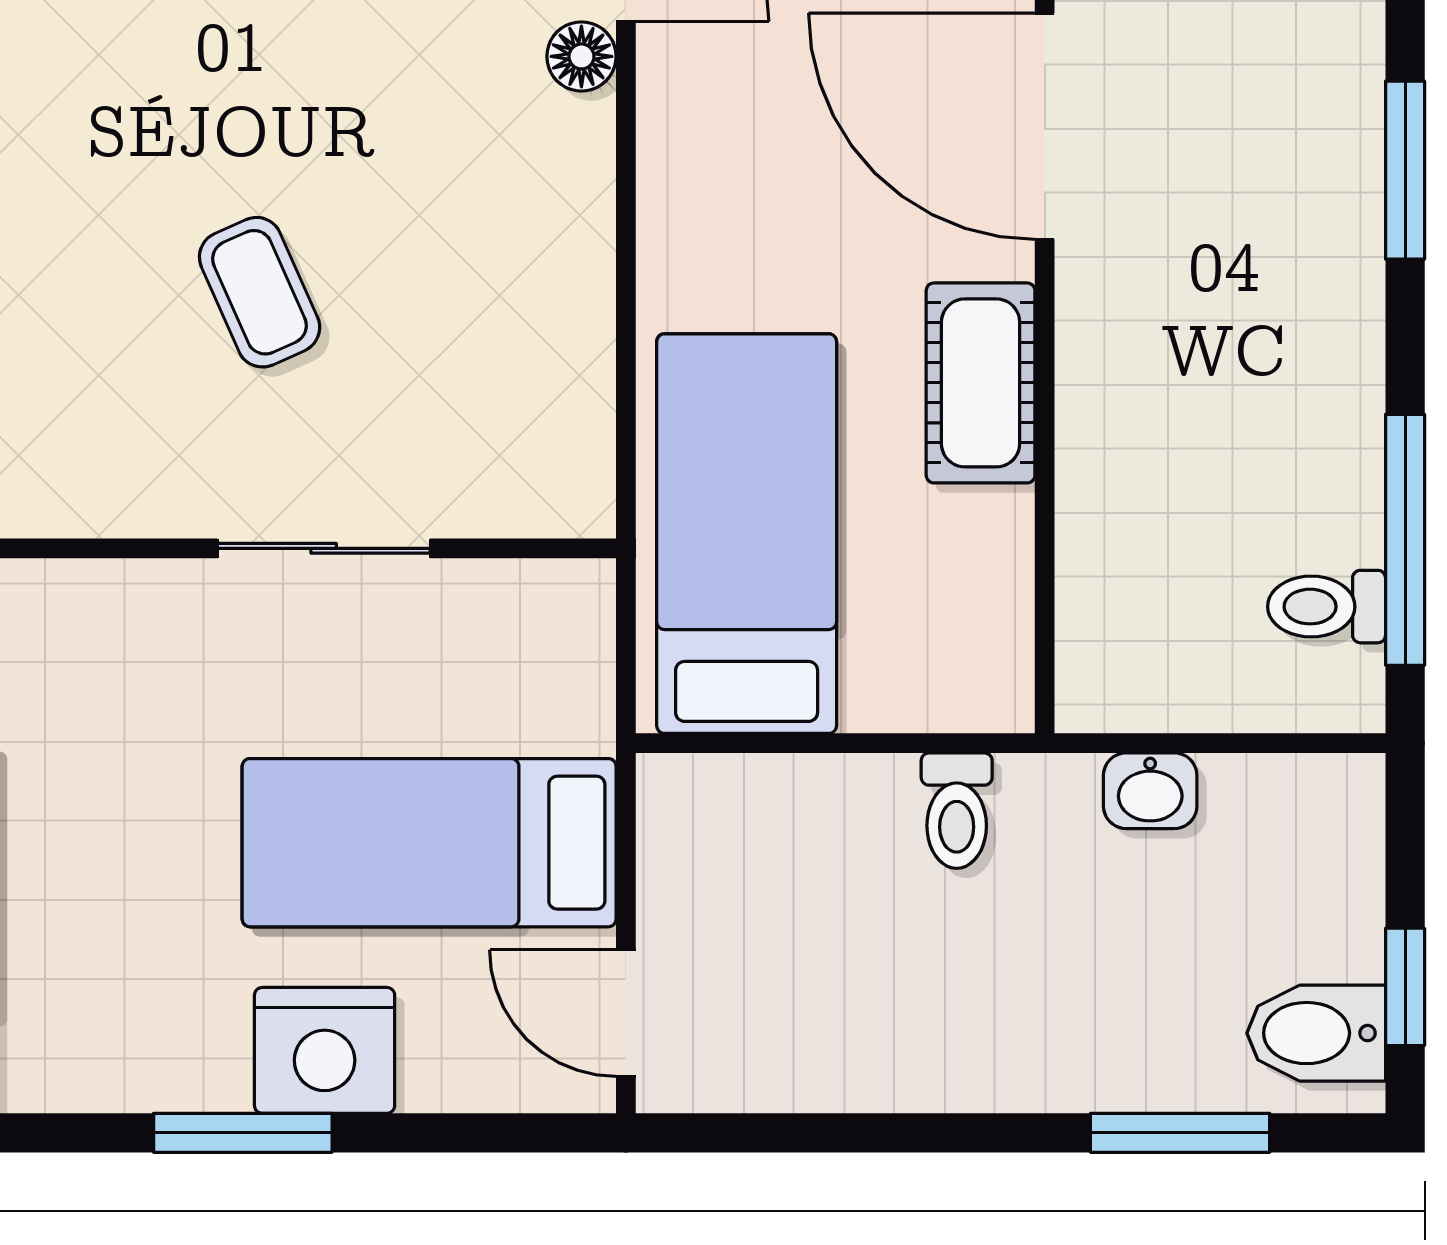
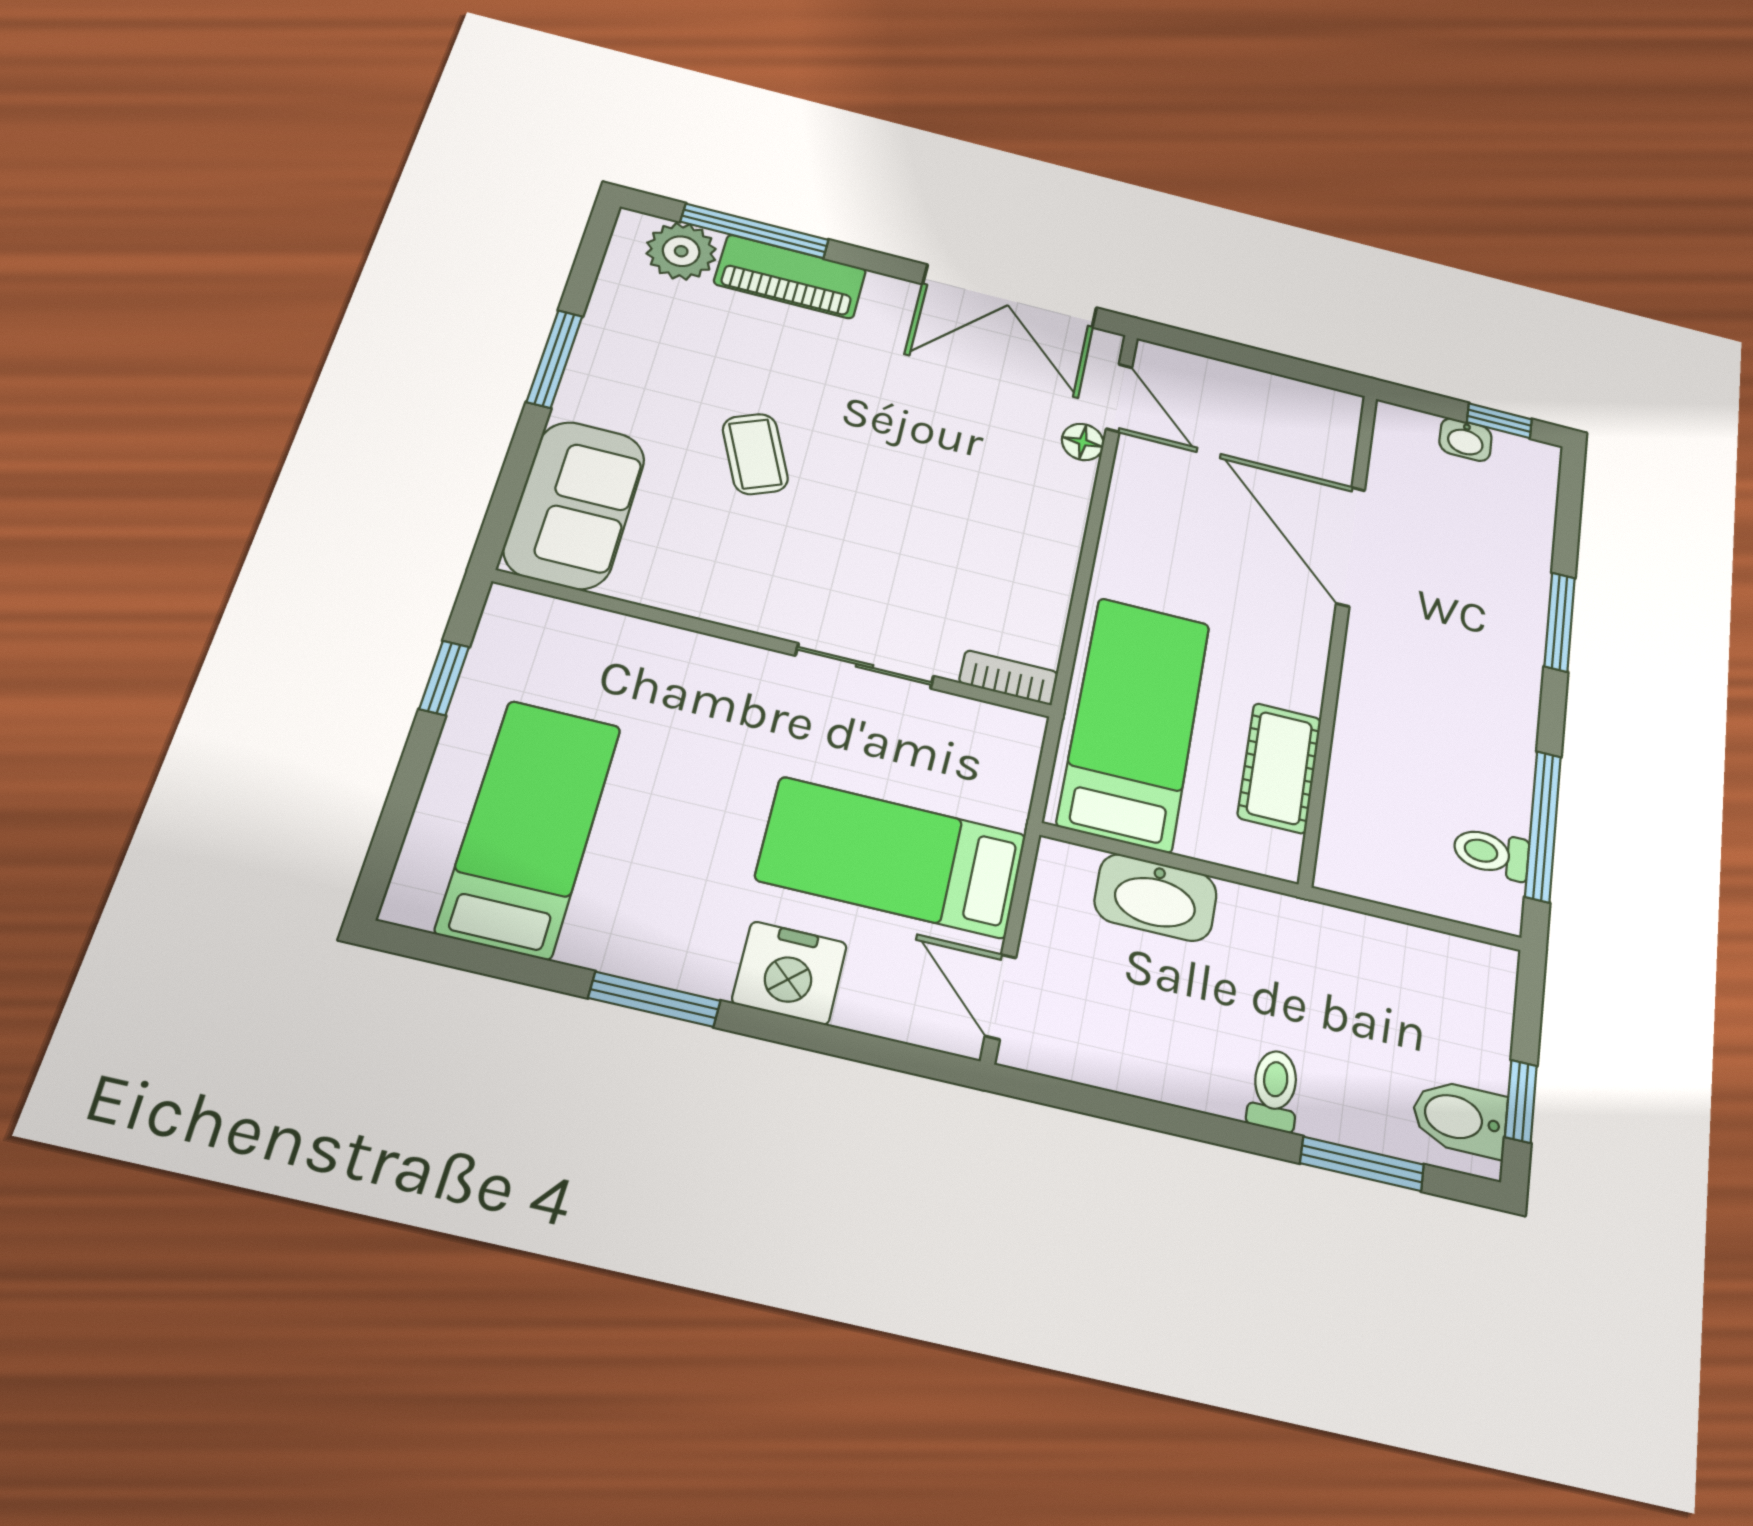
coffee table: (260, 292) -> (755, 454), moved
cot: (981, 383) -> (1280, 768), moved
bookcase: (542, 509) -> (1009, 677), added
washbasin: (1150, 791) -> (1156, 897), moved, width x1.91, depth x1.45
toilet: (957, 811) -> (1274, 1090), moved, turned 180
window: (243, 1133) -> (654, 999), moved

